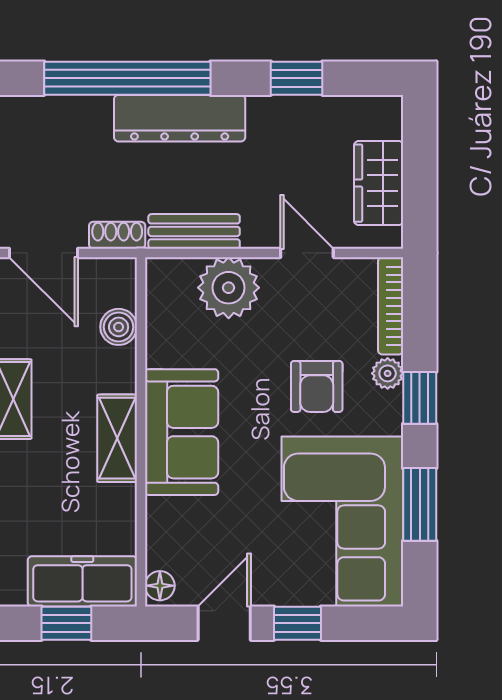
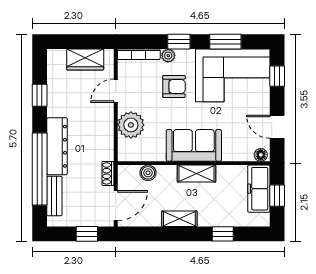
bench: (194, 231) -> (54, 196), moved
window: (297, 623) -> (277, 76), moved

